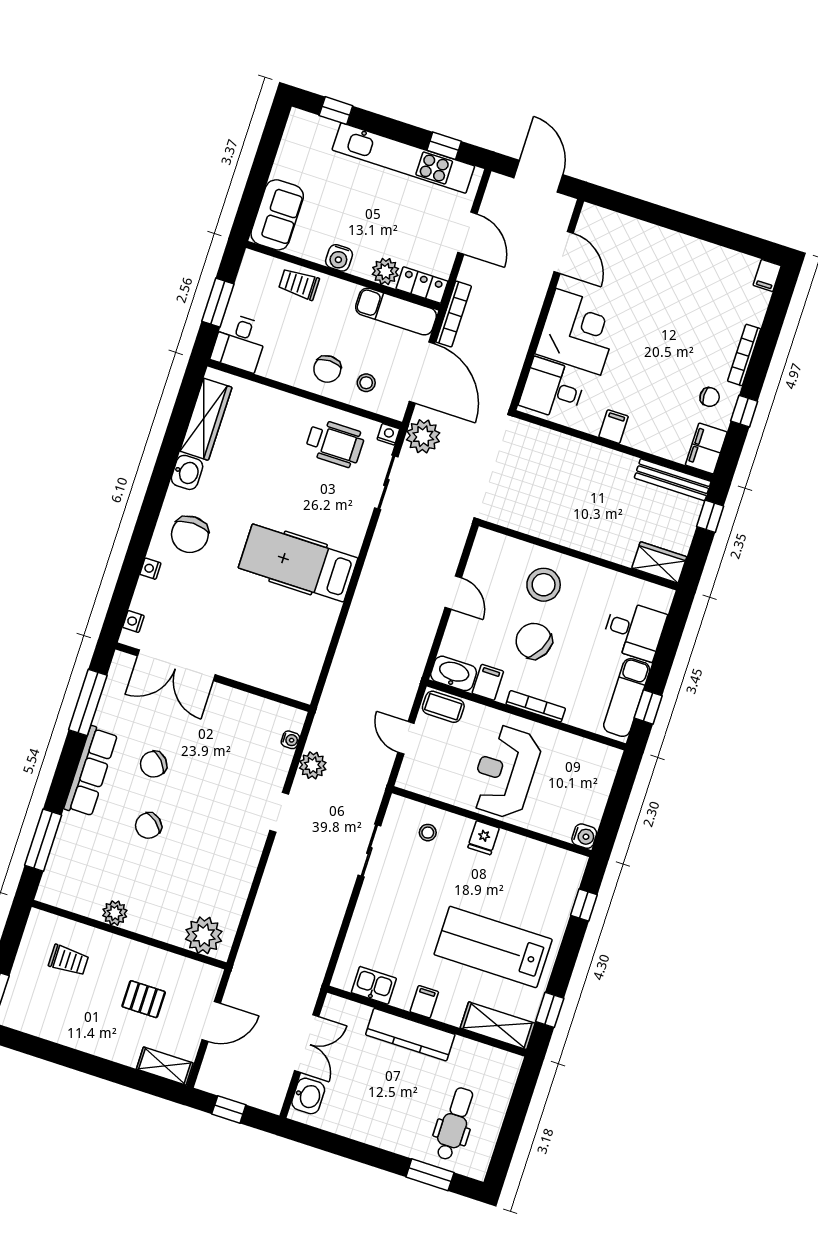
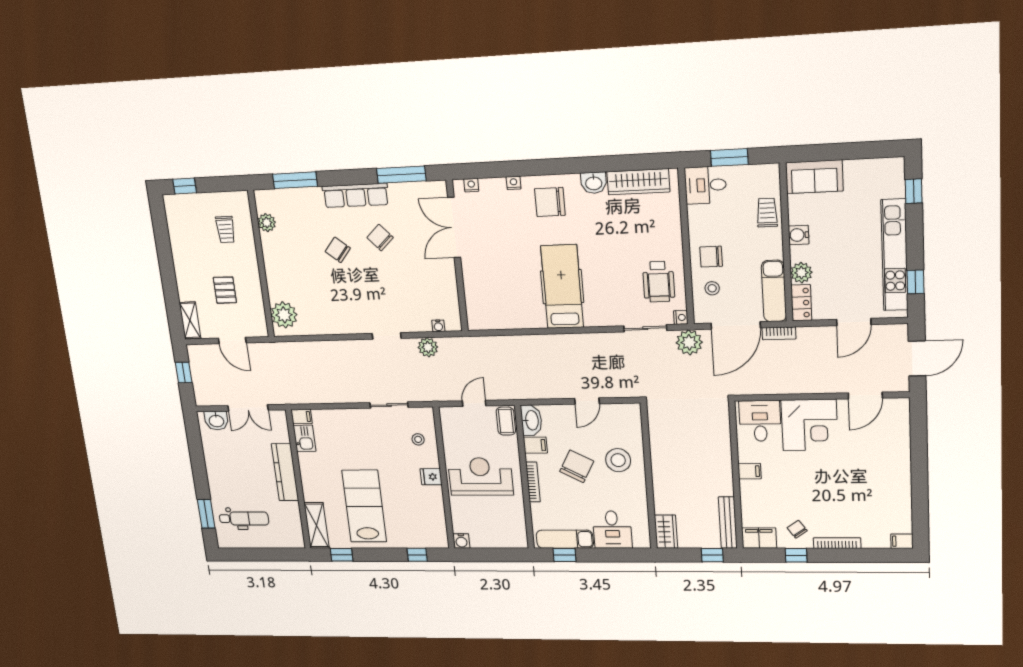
bookcase: (454, 314) -> (779, 333), width x0.64
chair: (710, 397) -> (797, 529), turned 145
plant: (115, 913) -> (267, 223), moved
filing cabinet: (424, 1002) -> (302, 417), moved

